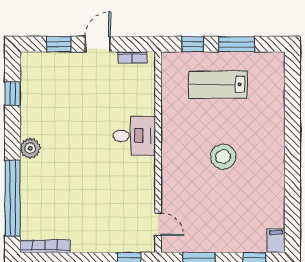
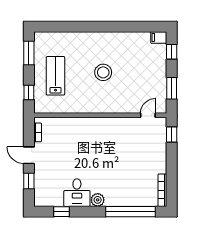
window: (237, 44) -> (29, 53), moved
lab bench: (218, 85) -> (55, 76), turned 180
desk: (134, 136) -> (77, 193), moved, turned 180

